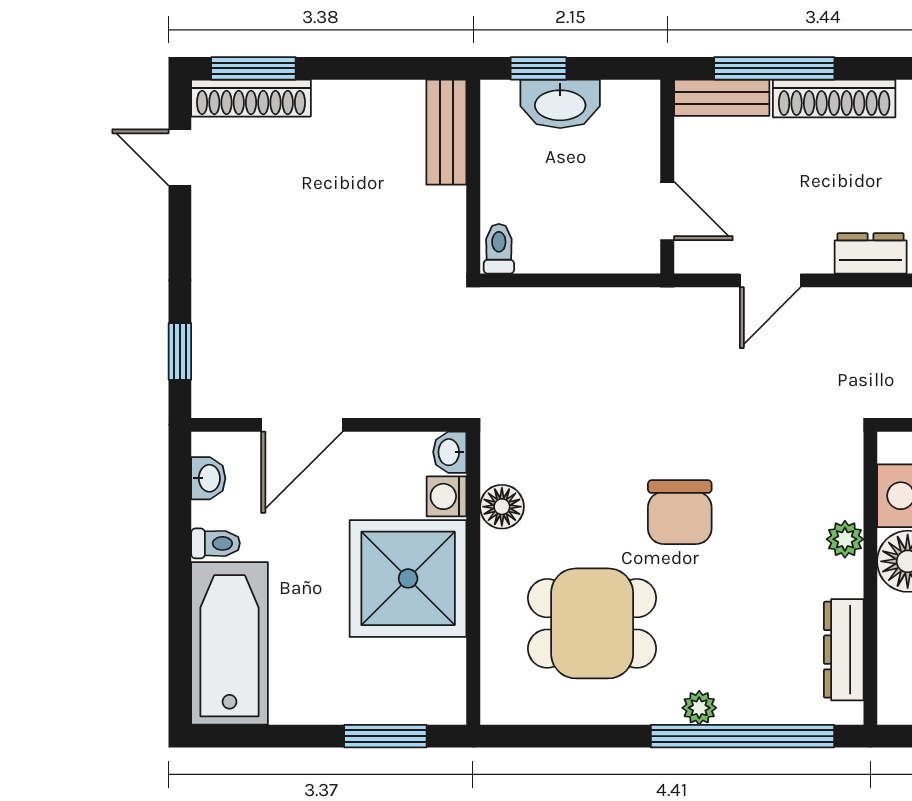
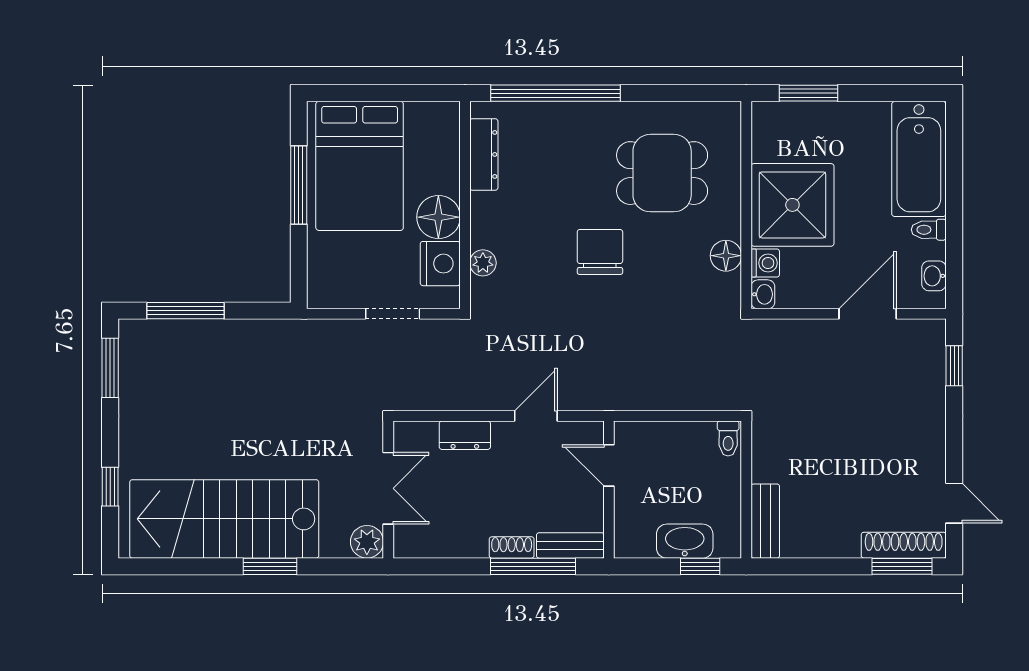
shoe rack: (834, 98) -> (512, 547), width x0.51, depth x0.81
plant: (845, 539) -> (483, 263), moved
plant: (699, 708) -> (586, 113), removed

